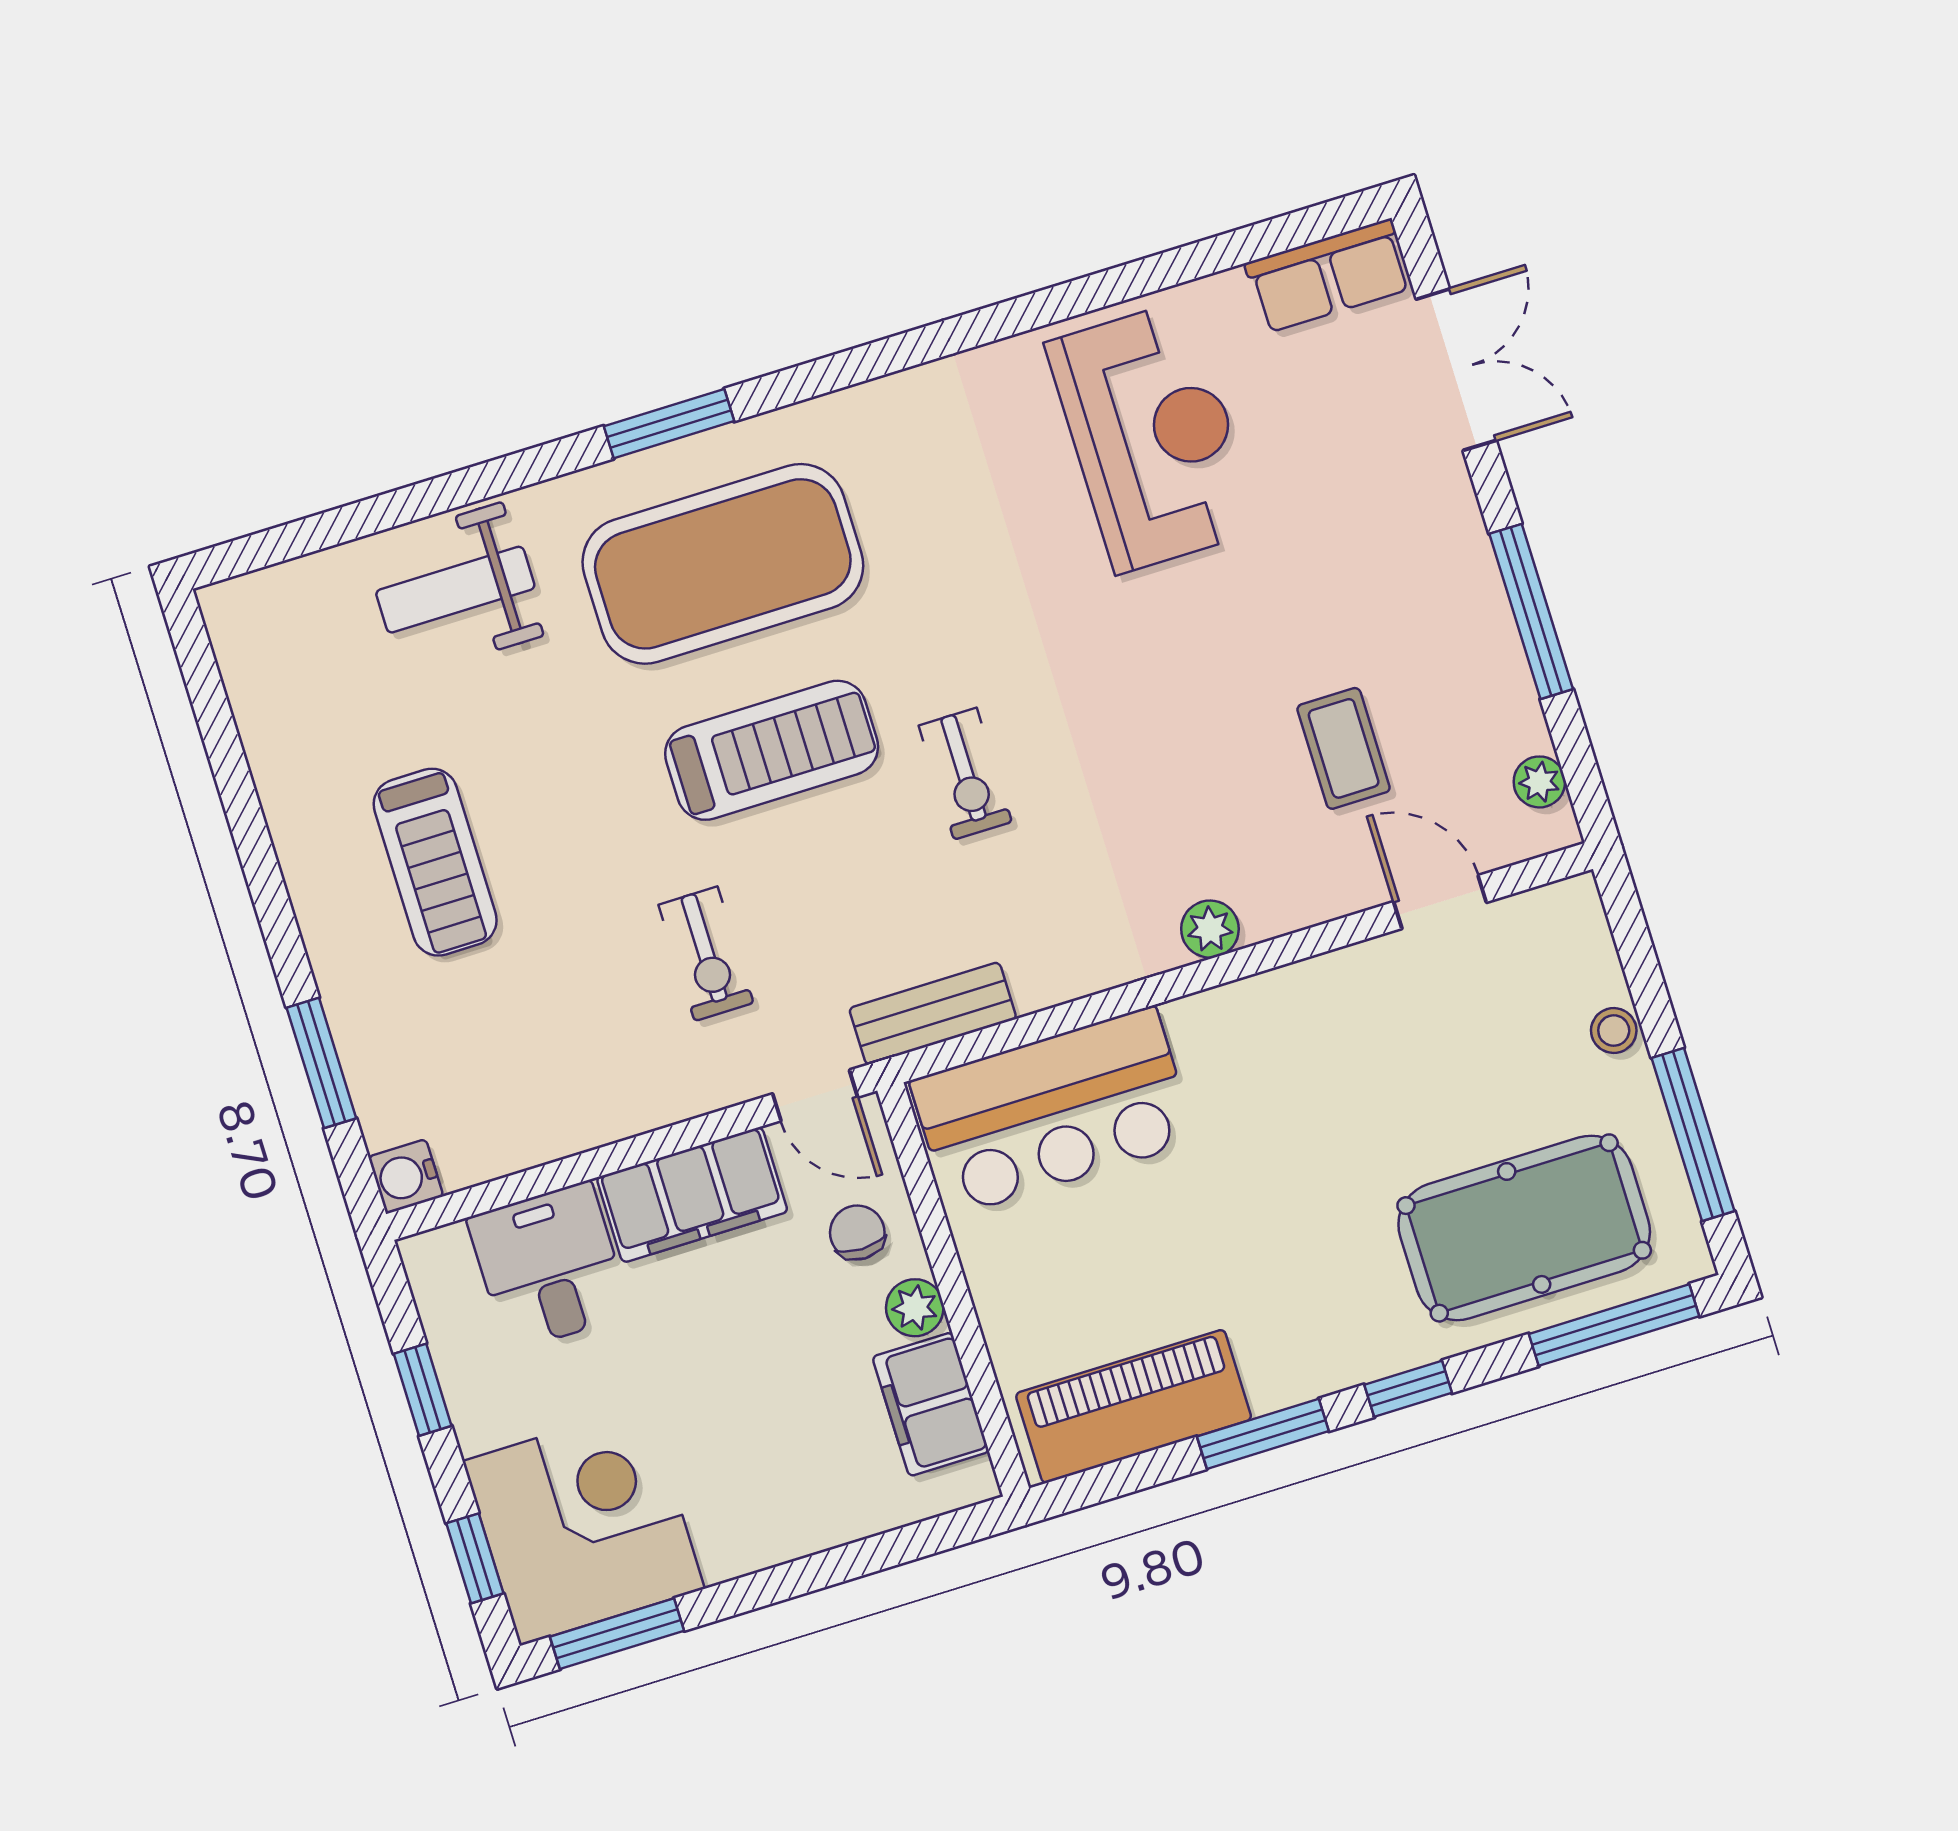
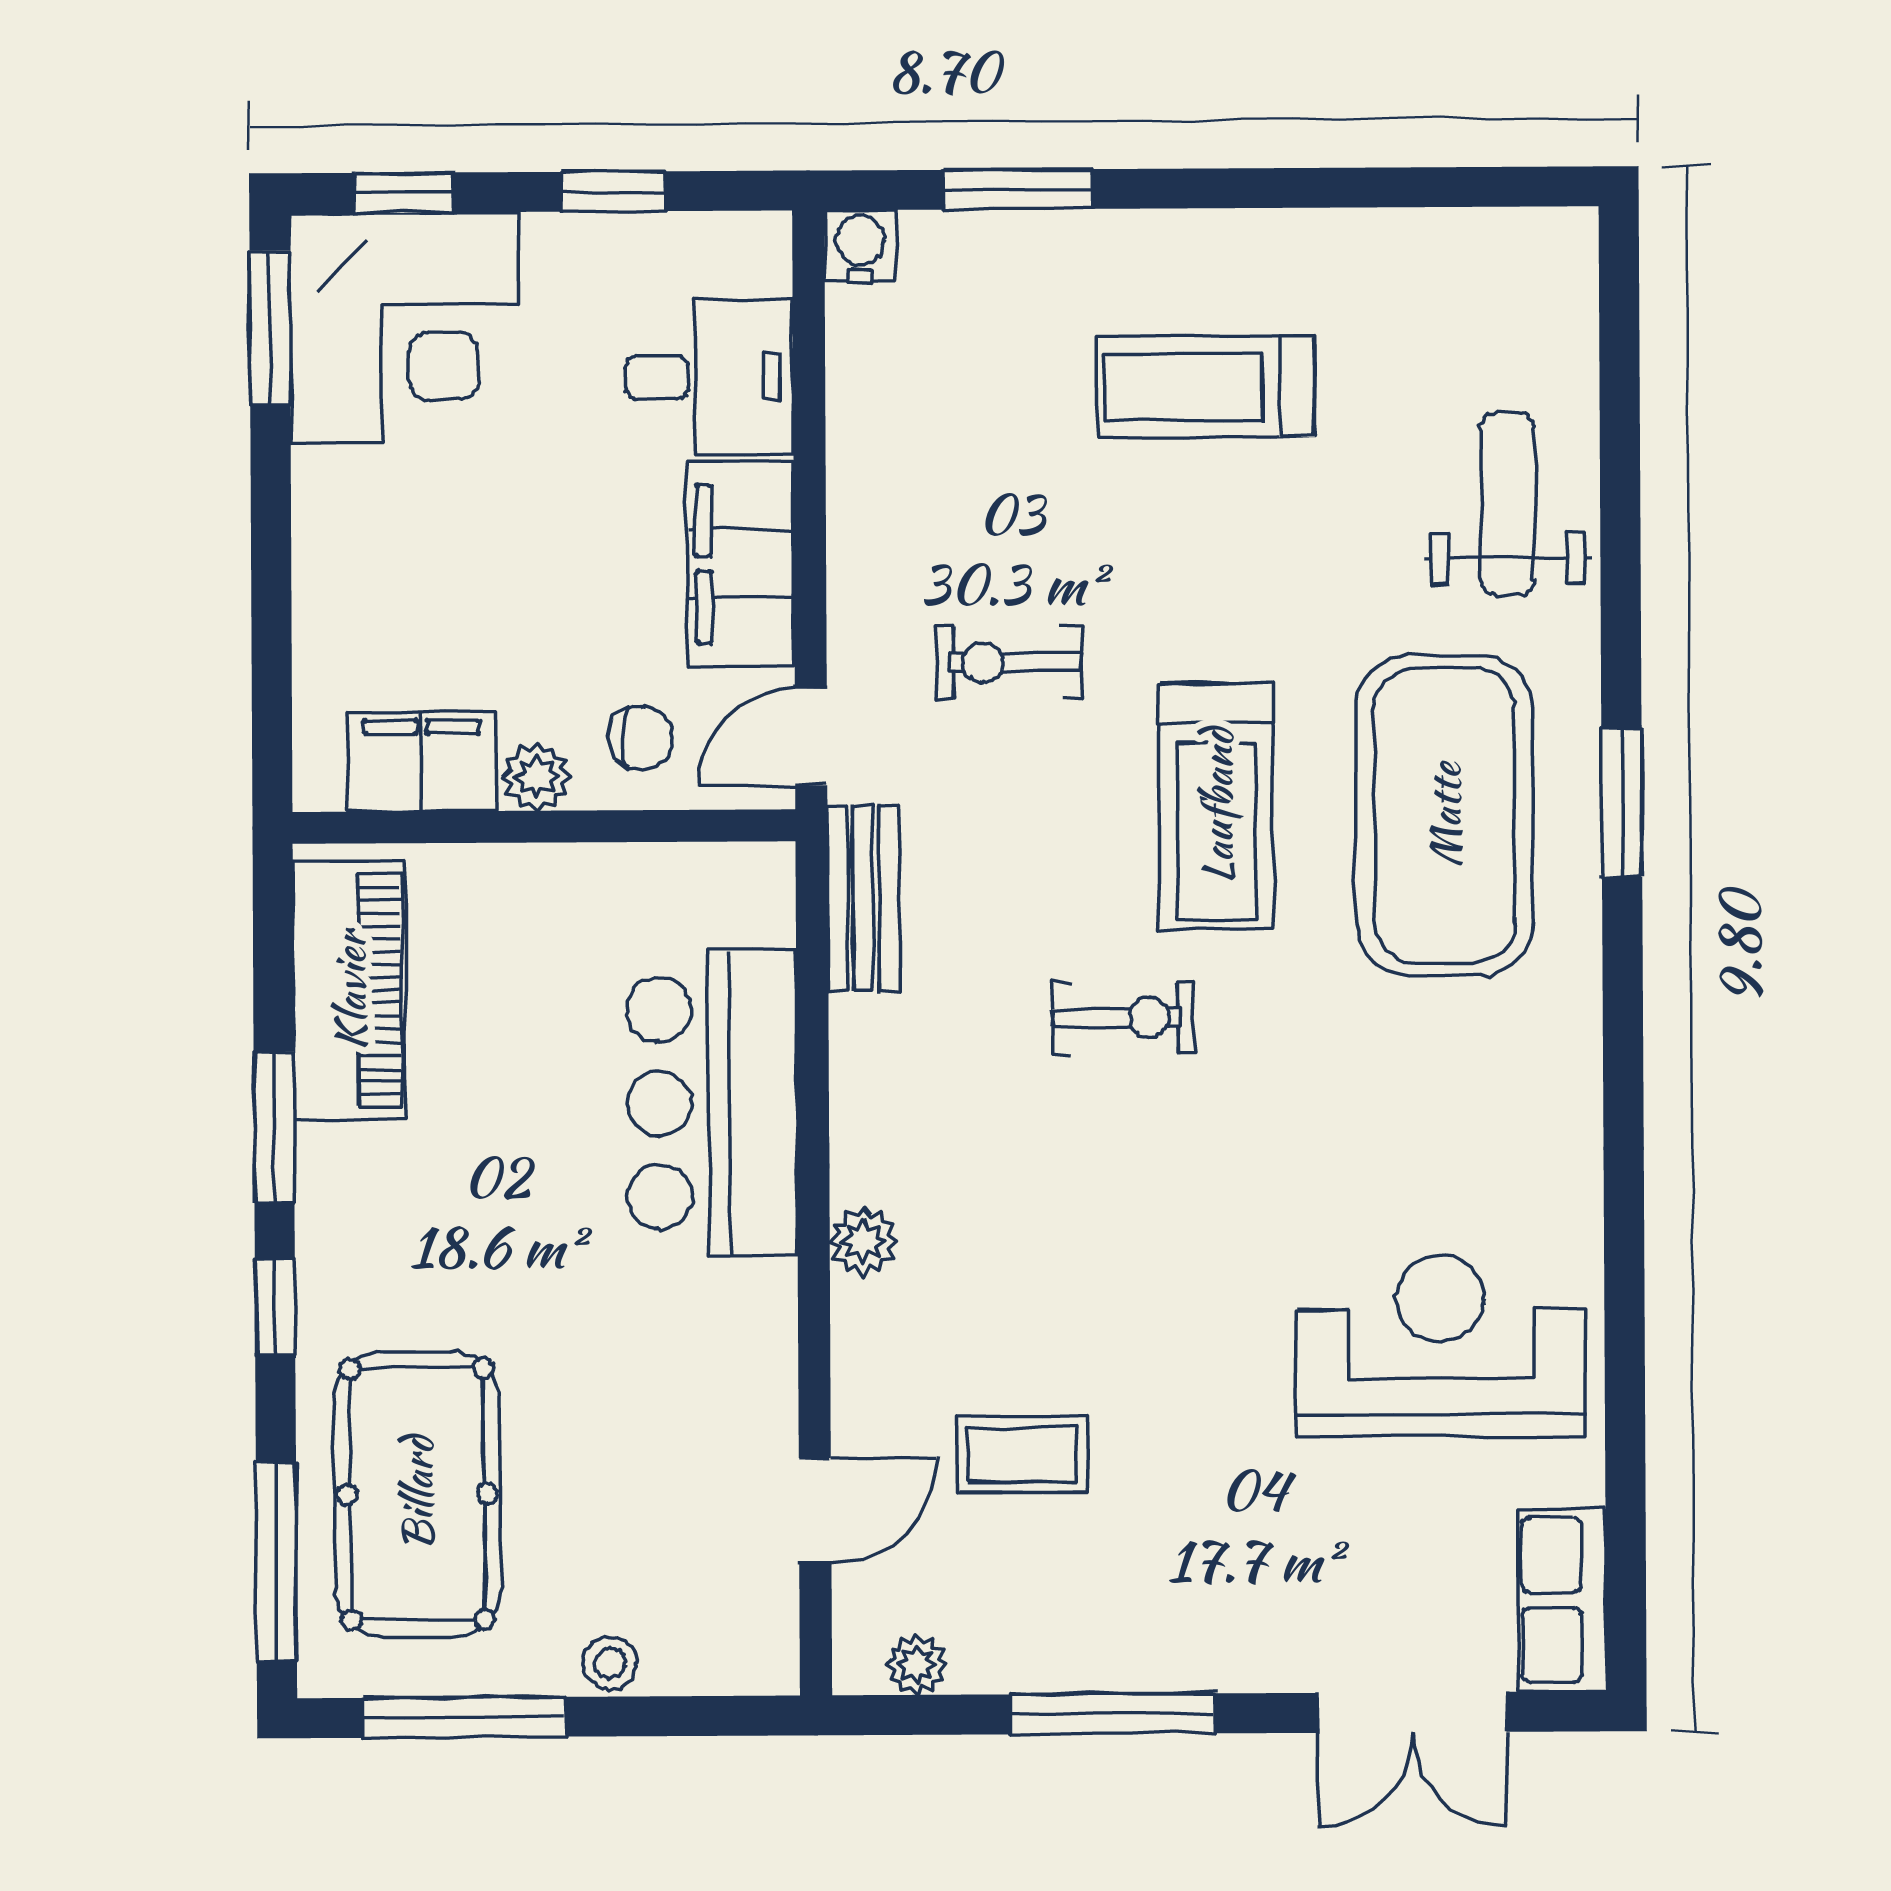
reception desk: (1153, 437) -> (1441, 1346), turned 180
exercise bike: (965, 774) -> (1124, 1018), turned 180
bar counter: (1053, 1111) -> (712, 1103), moved

